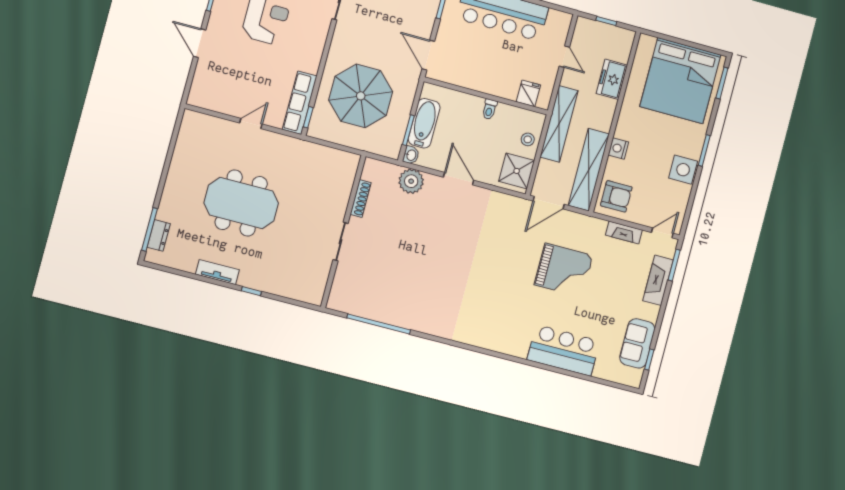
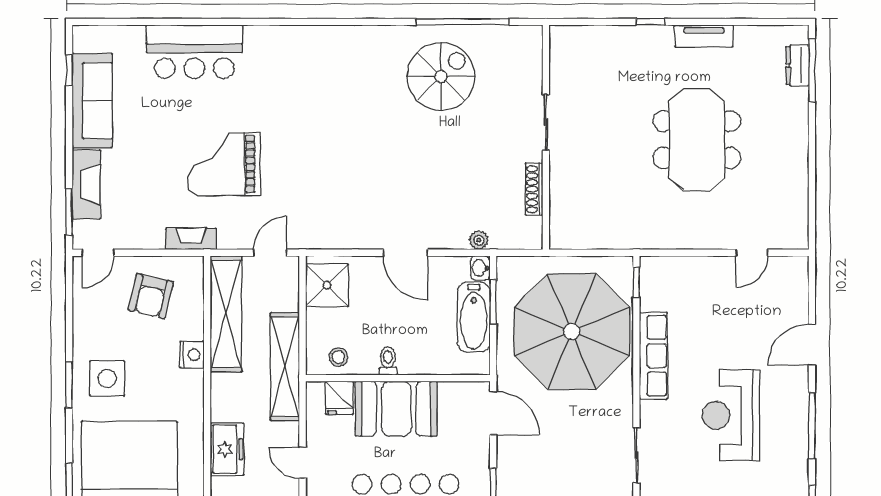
door: (200, 43) -> (812, 345), swing flipped
booth: (492, 76) -> (396, 409), added
parasol: (361, 96) -> (572, 331), width x1.36, depth x1.36
row of seats: (300, 103) -> (653, 356), moved
door: (251, 123) -> (752, 253), moved
stool: (528, 139) -> (338, 357), moved
side table: (683, 170) -> (107, 378), moved
plant: (411, 181) -> (479, 240), width x0.53, depth x0.53
armchair: (616, 196) -> (151, 296), moved, turned -77
meeting table: (241, 203) -> (697, 140), turned 90
door: (549, 203) -> (270, 253), width x0.73
fireplace: (624, 232) -> (191, 239), moved
spiral stairs: (403, 291) -> (441, 76), added
sofa: (637, 343) -> (92, 101), width x1.36

